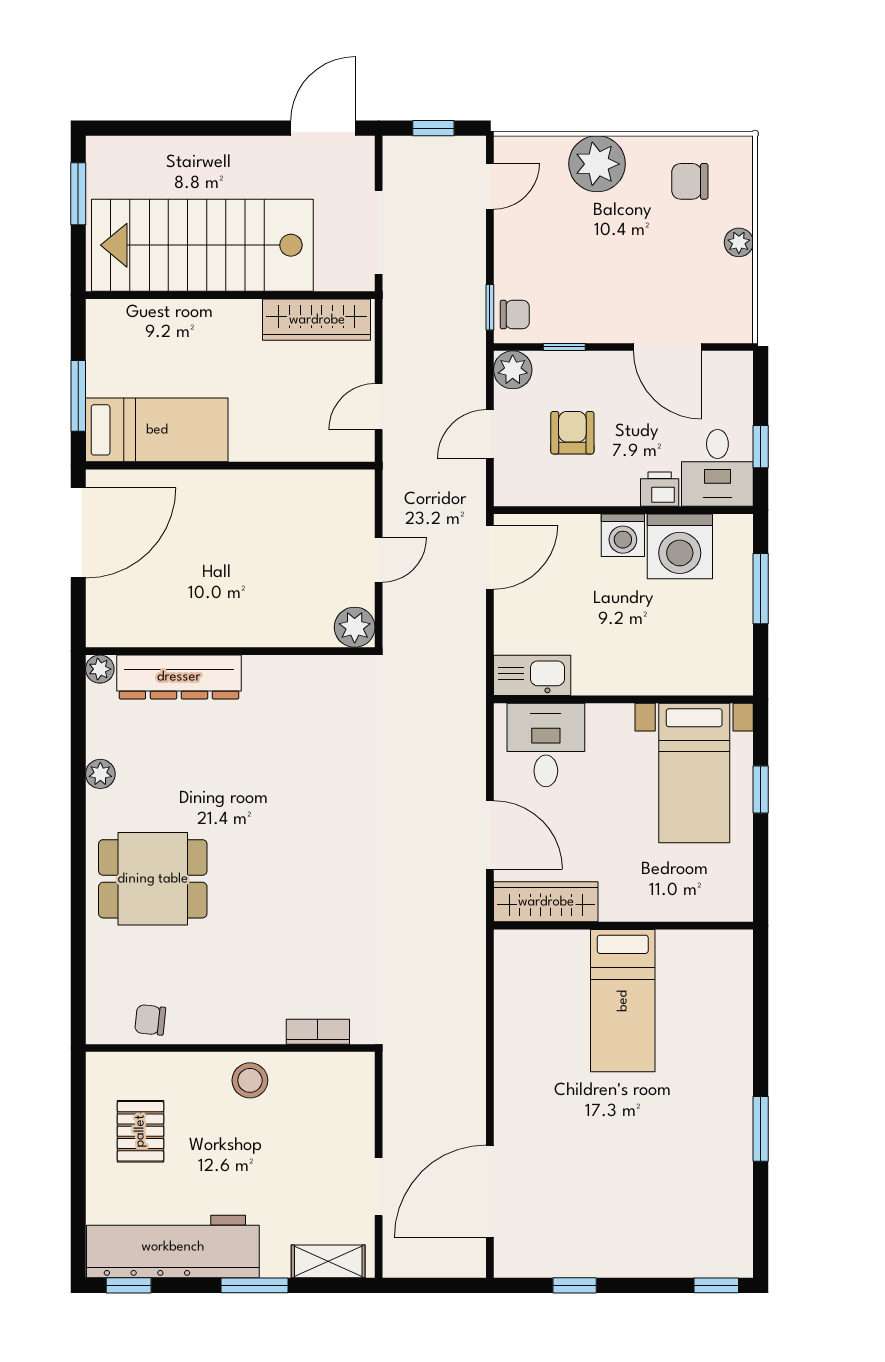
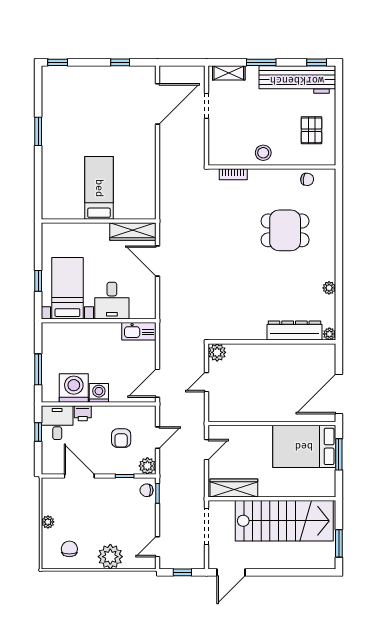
chair: (690, 181) -> (69, 549), turned -90
bed: (157, 430) -> (304, 446), width x1.50
desk: (546, 745) -> (112, 301), moved
dining table: (153, 879) -> (285, 230), moved

